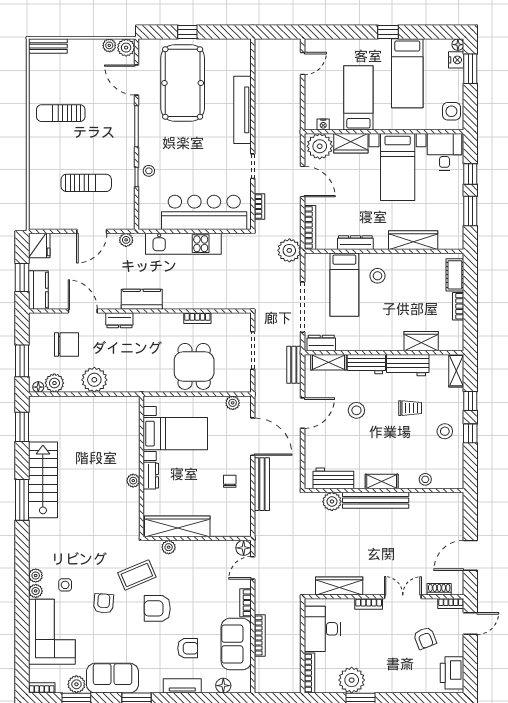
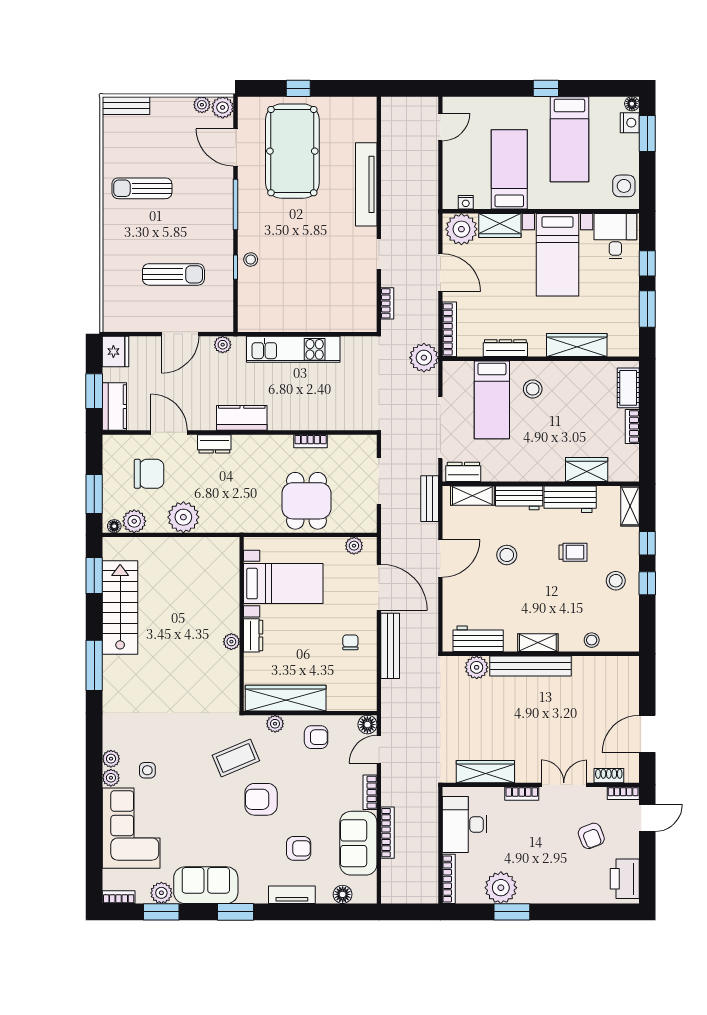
bar counter: (204, 212) -> (319, 311), removed
stairs: (43, 480) -> (120, 607), moved
armchair: (104, 603) -> (316, 737), moved, turned 86

